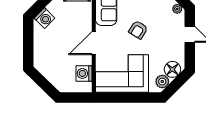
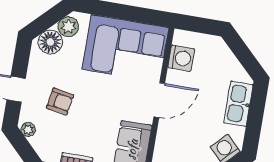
armchair: (138, 30) -> (60, 101), moved, turned 68
kitchen sink: (41, 50) -> (238, 104), added

